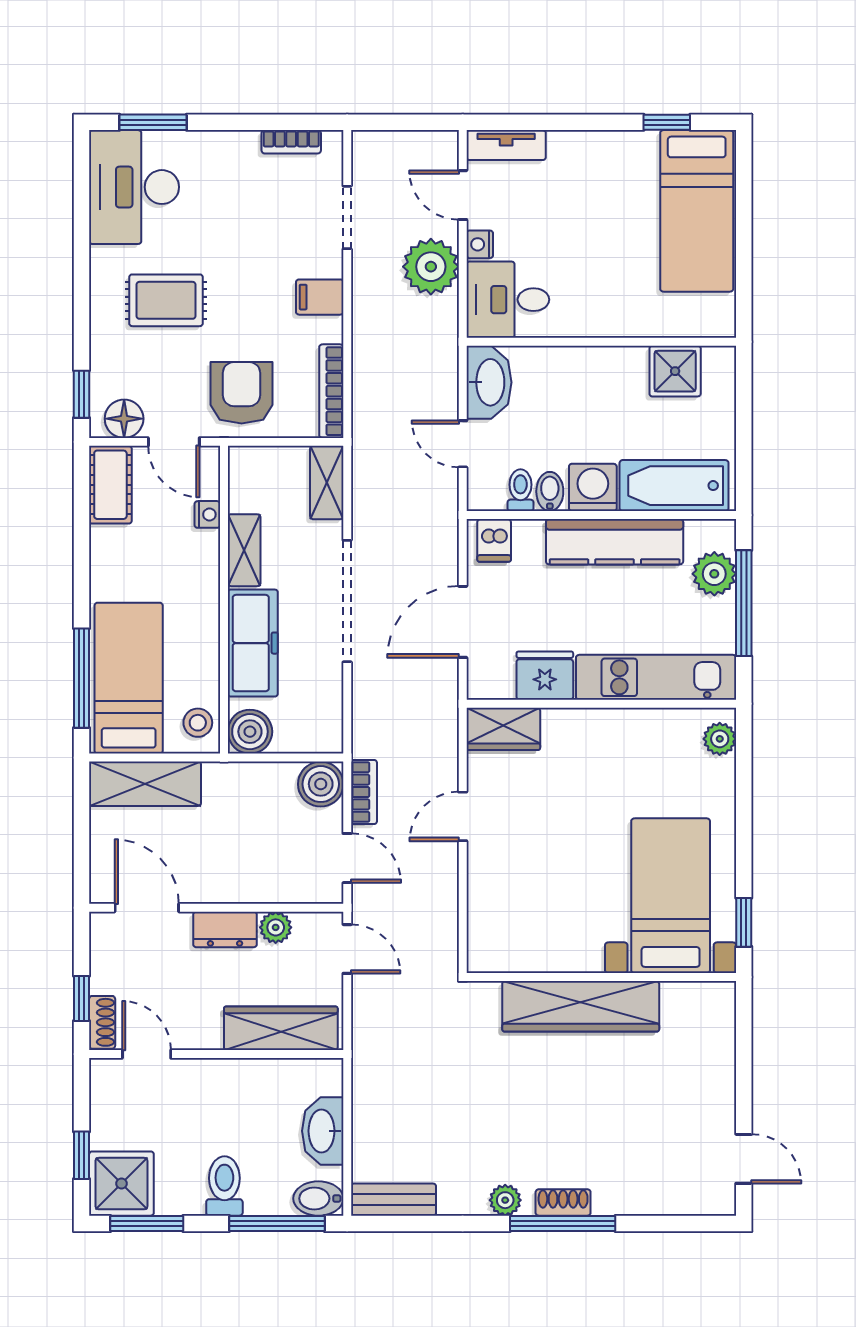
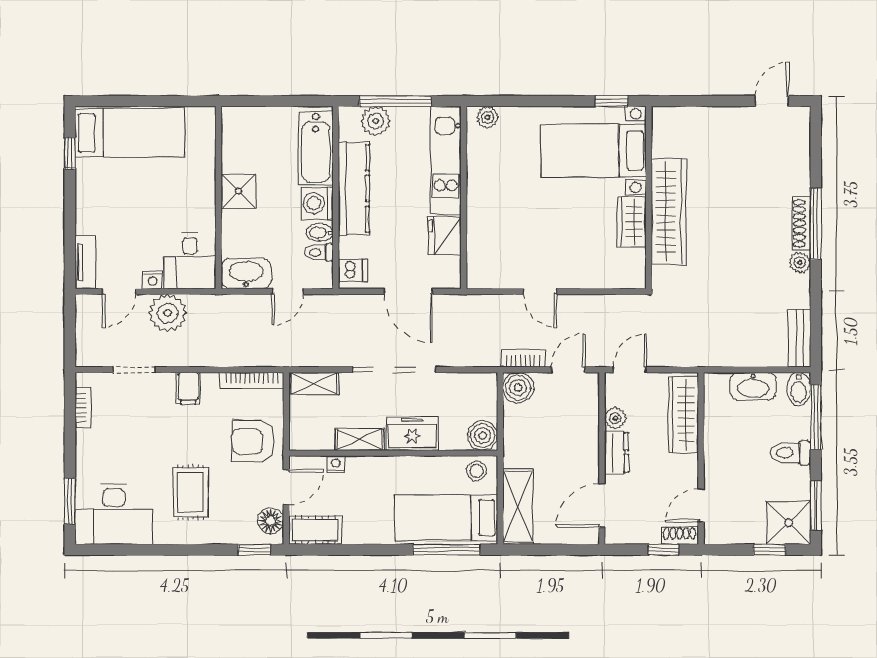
shower: (675, 371) -> (238, 191), moved
freezer: (253, 643) -> (412, 434), width x0.71
wardrobe: (503, 729) -> (632, 222), moved, turned 180
shoe rack: (563, 1202) -> (802, 223), width x1.43

